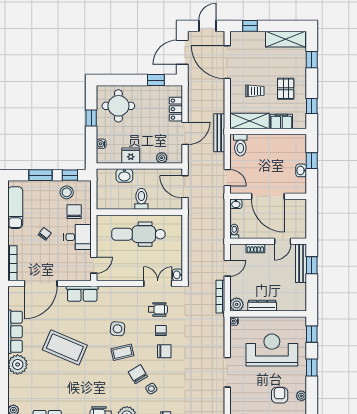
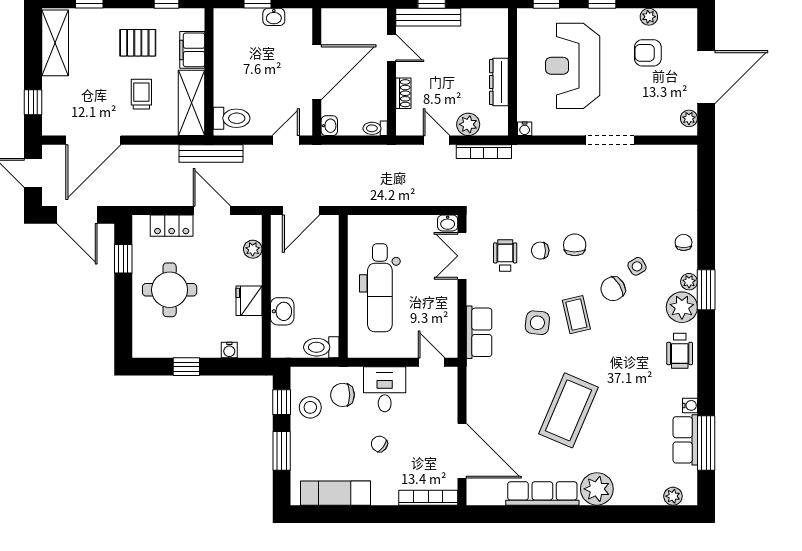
round table: (118, 106) -> (170, 290), moved
toilet: (141, 199) -> (321, 347), moved
row of seats: (82, 294) -> (479, 332), moved
plant: (237, 304) -> (468, 124), moved

